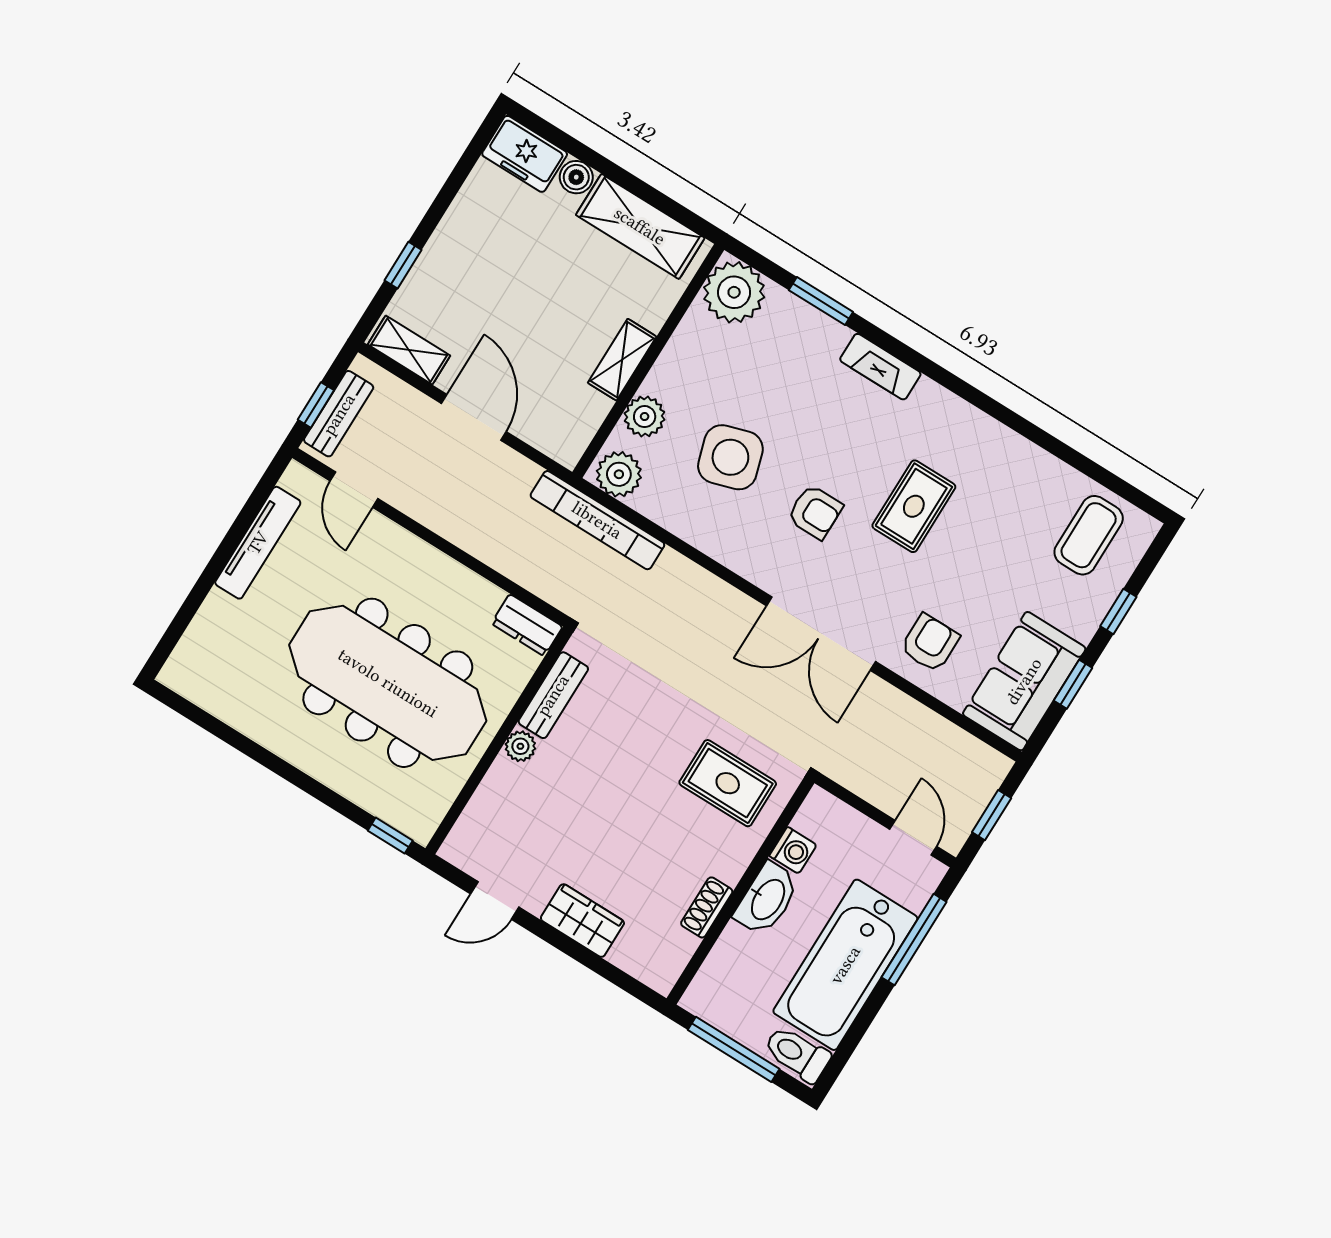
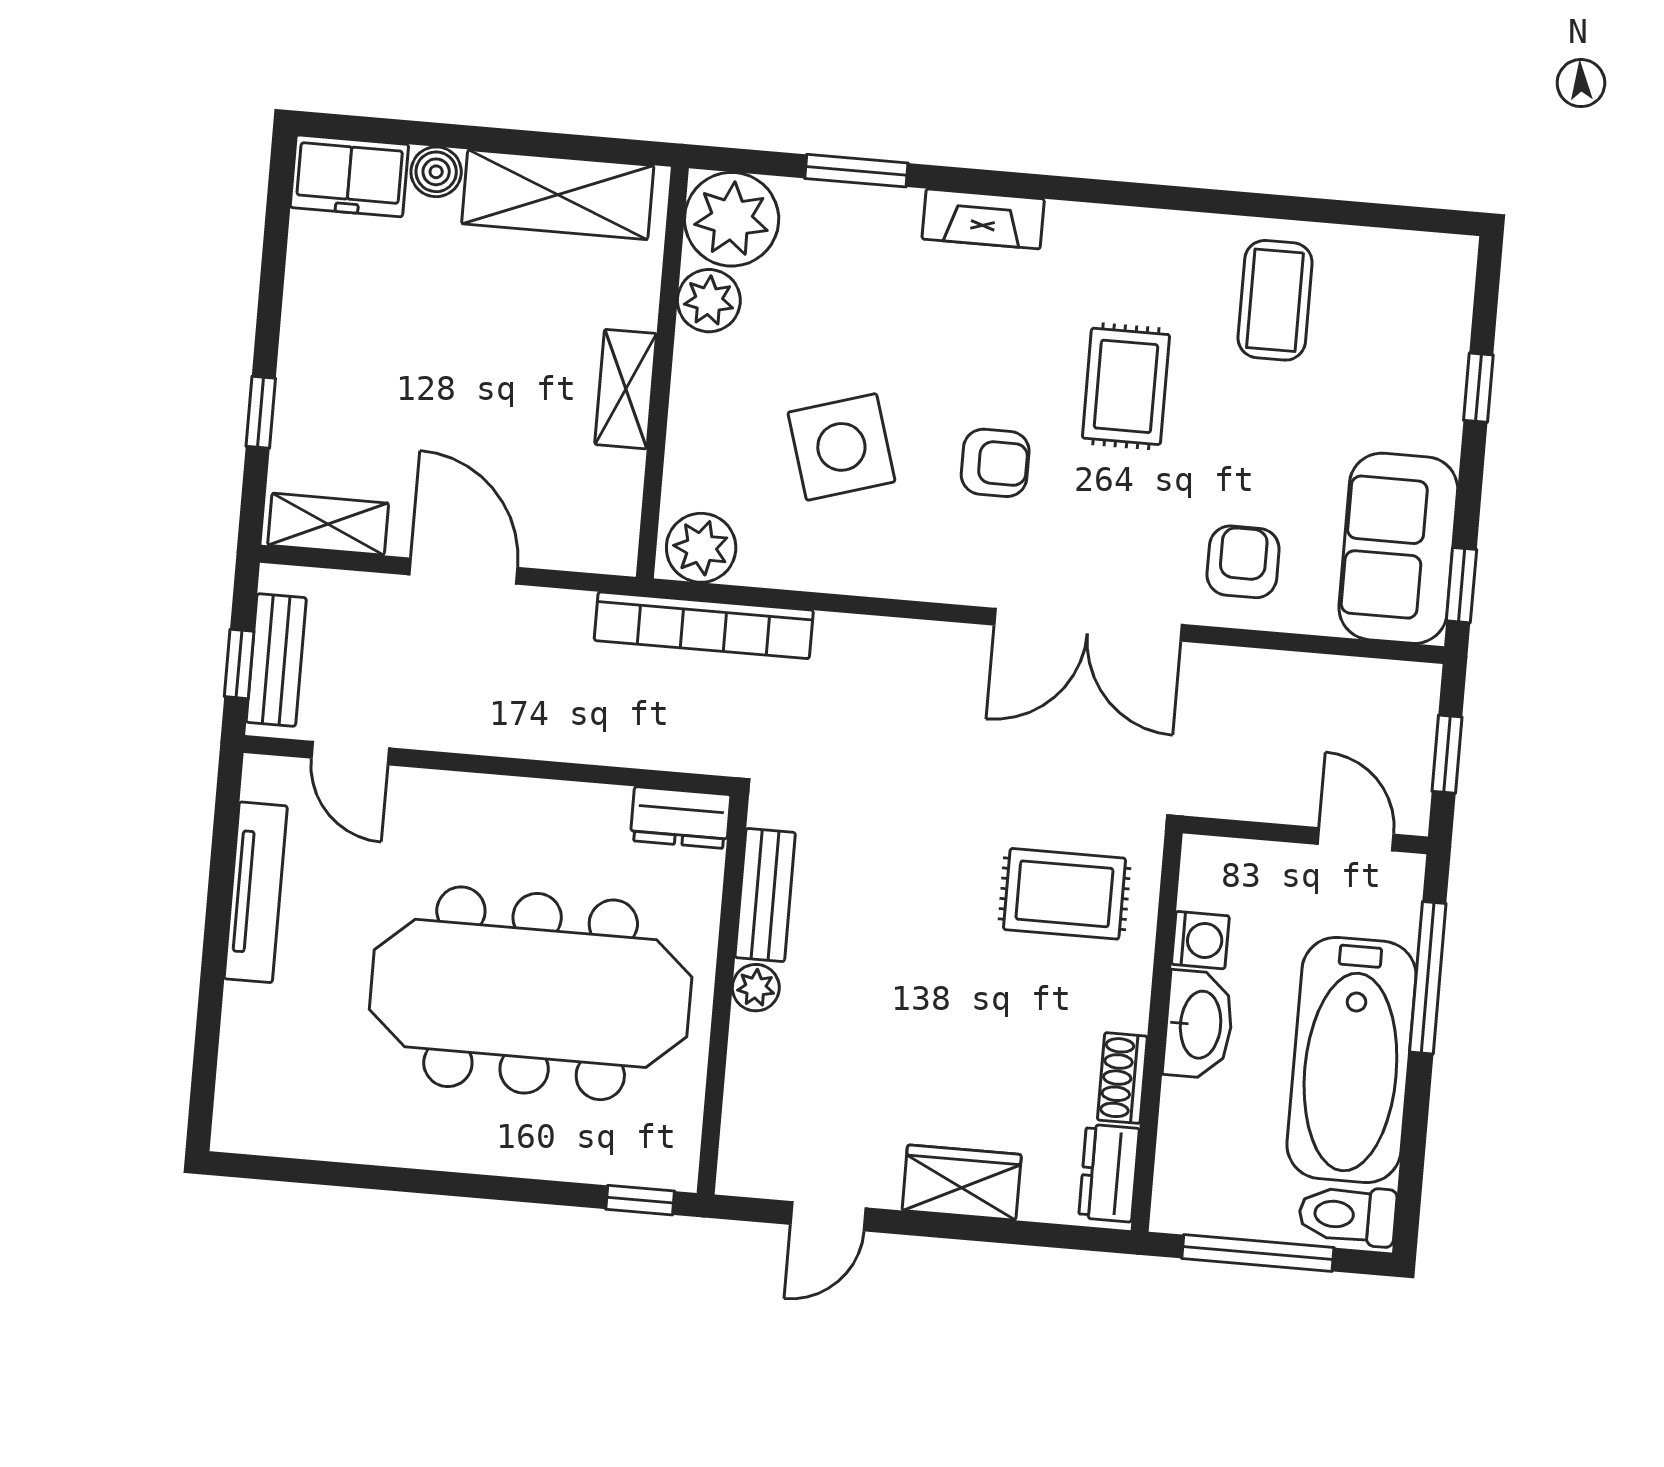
plant: (645, 417) -> (709, 301), moved
coffee table: (1089, 535) -> (1275, 300), moved
window: (1073, 684) -> (1461, 585), moved
dresser: (671, 959) -> (1109, 1173), added

